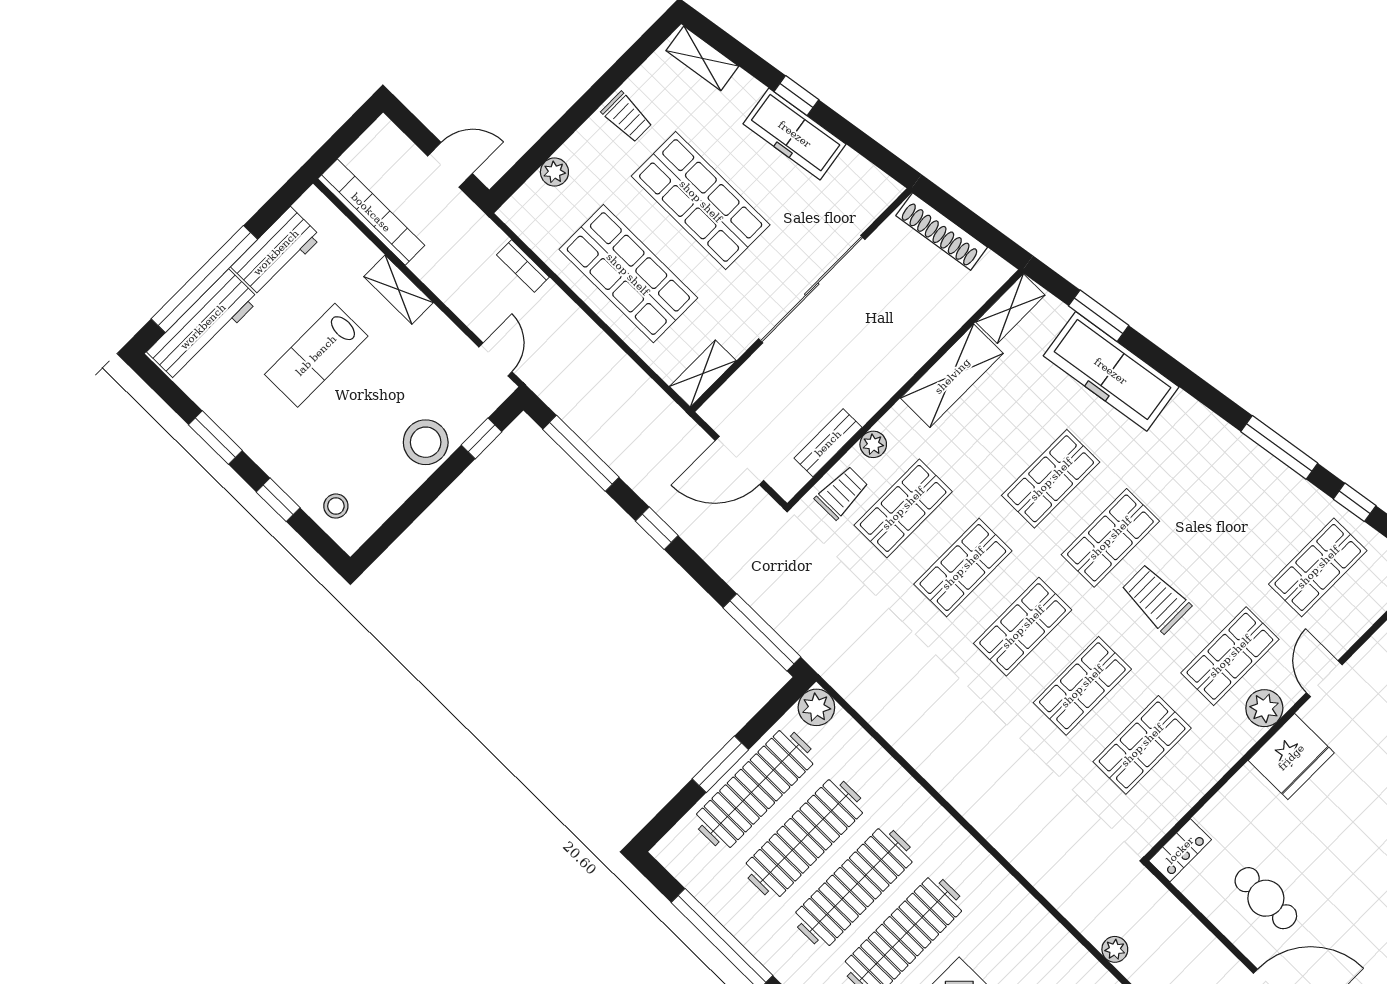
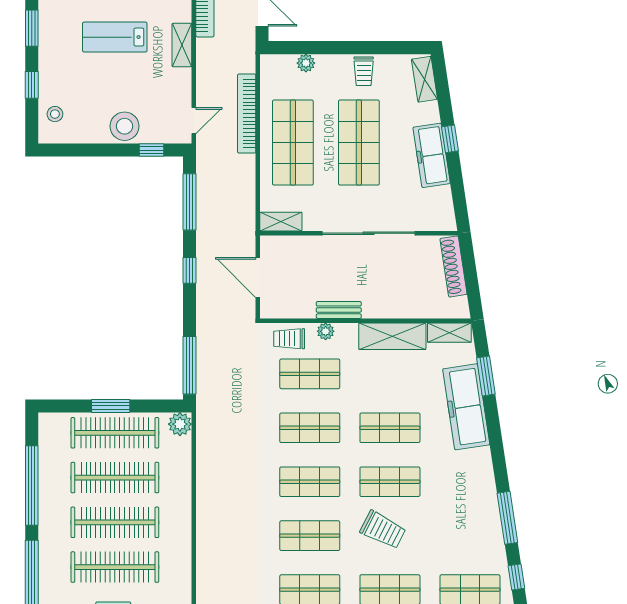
bookcase: (523, 266) -> (247, 114), width x2.31, depth x1.31
bench: (828, 443) -> (339, 310), moved
trolley: (842, 493) -> (289, 339), turned 180
trolley: (1156, 598) -> (383, 530), turned 117

